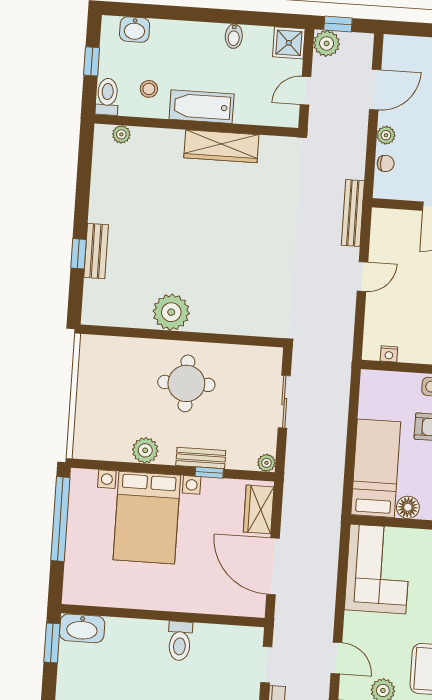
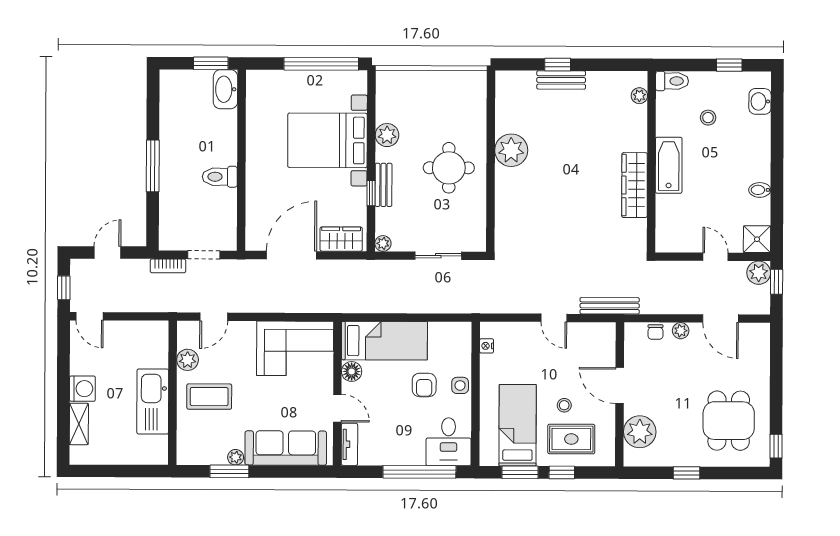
toilet: (107, 97) -> (672, 81), moved
bathtub: (202, 107) -> (669, 165), moved
wall: (196, 126) -> (651, 162), moved
plant: (121, 134) -> (639, 96), moved
wardrobe: (221, 146) -> (635, 185), moved

